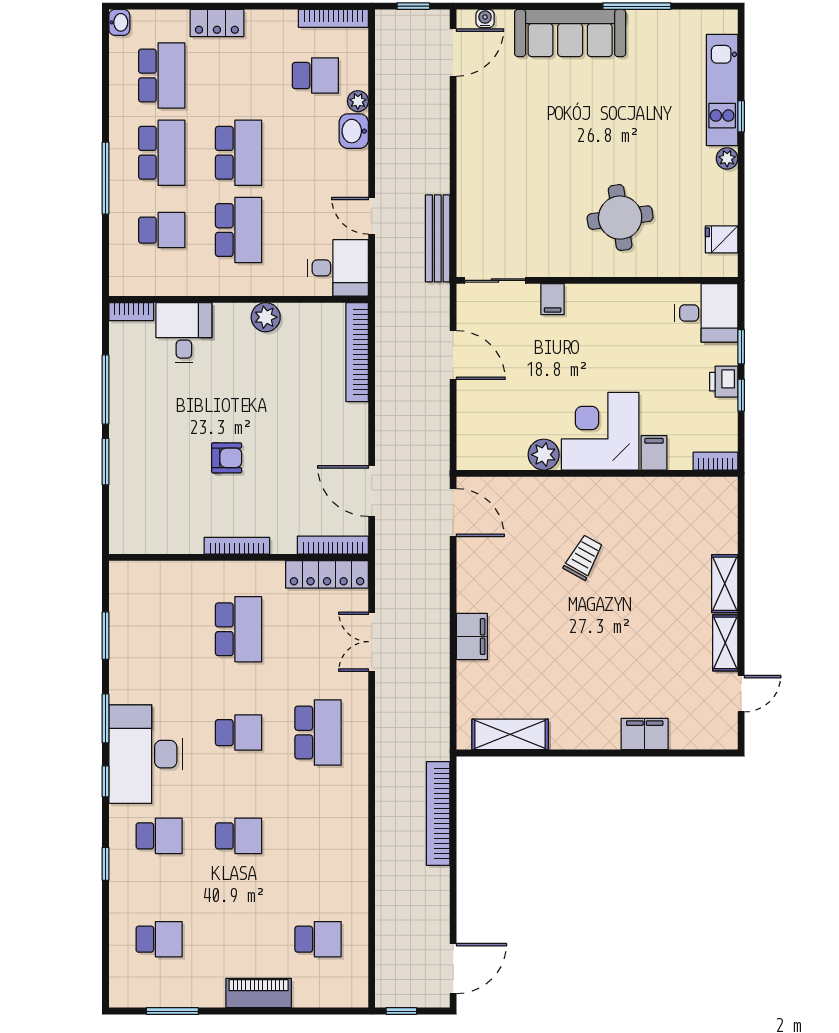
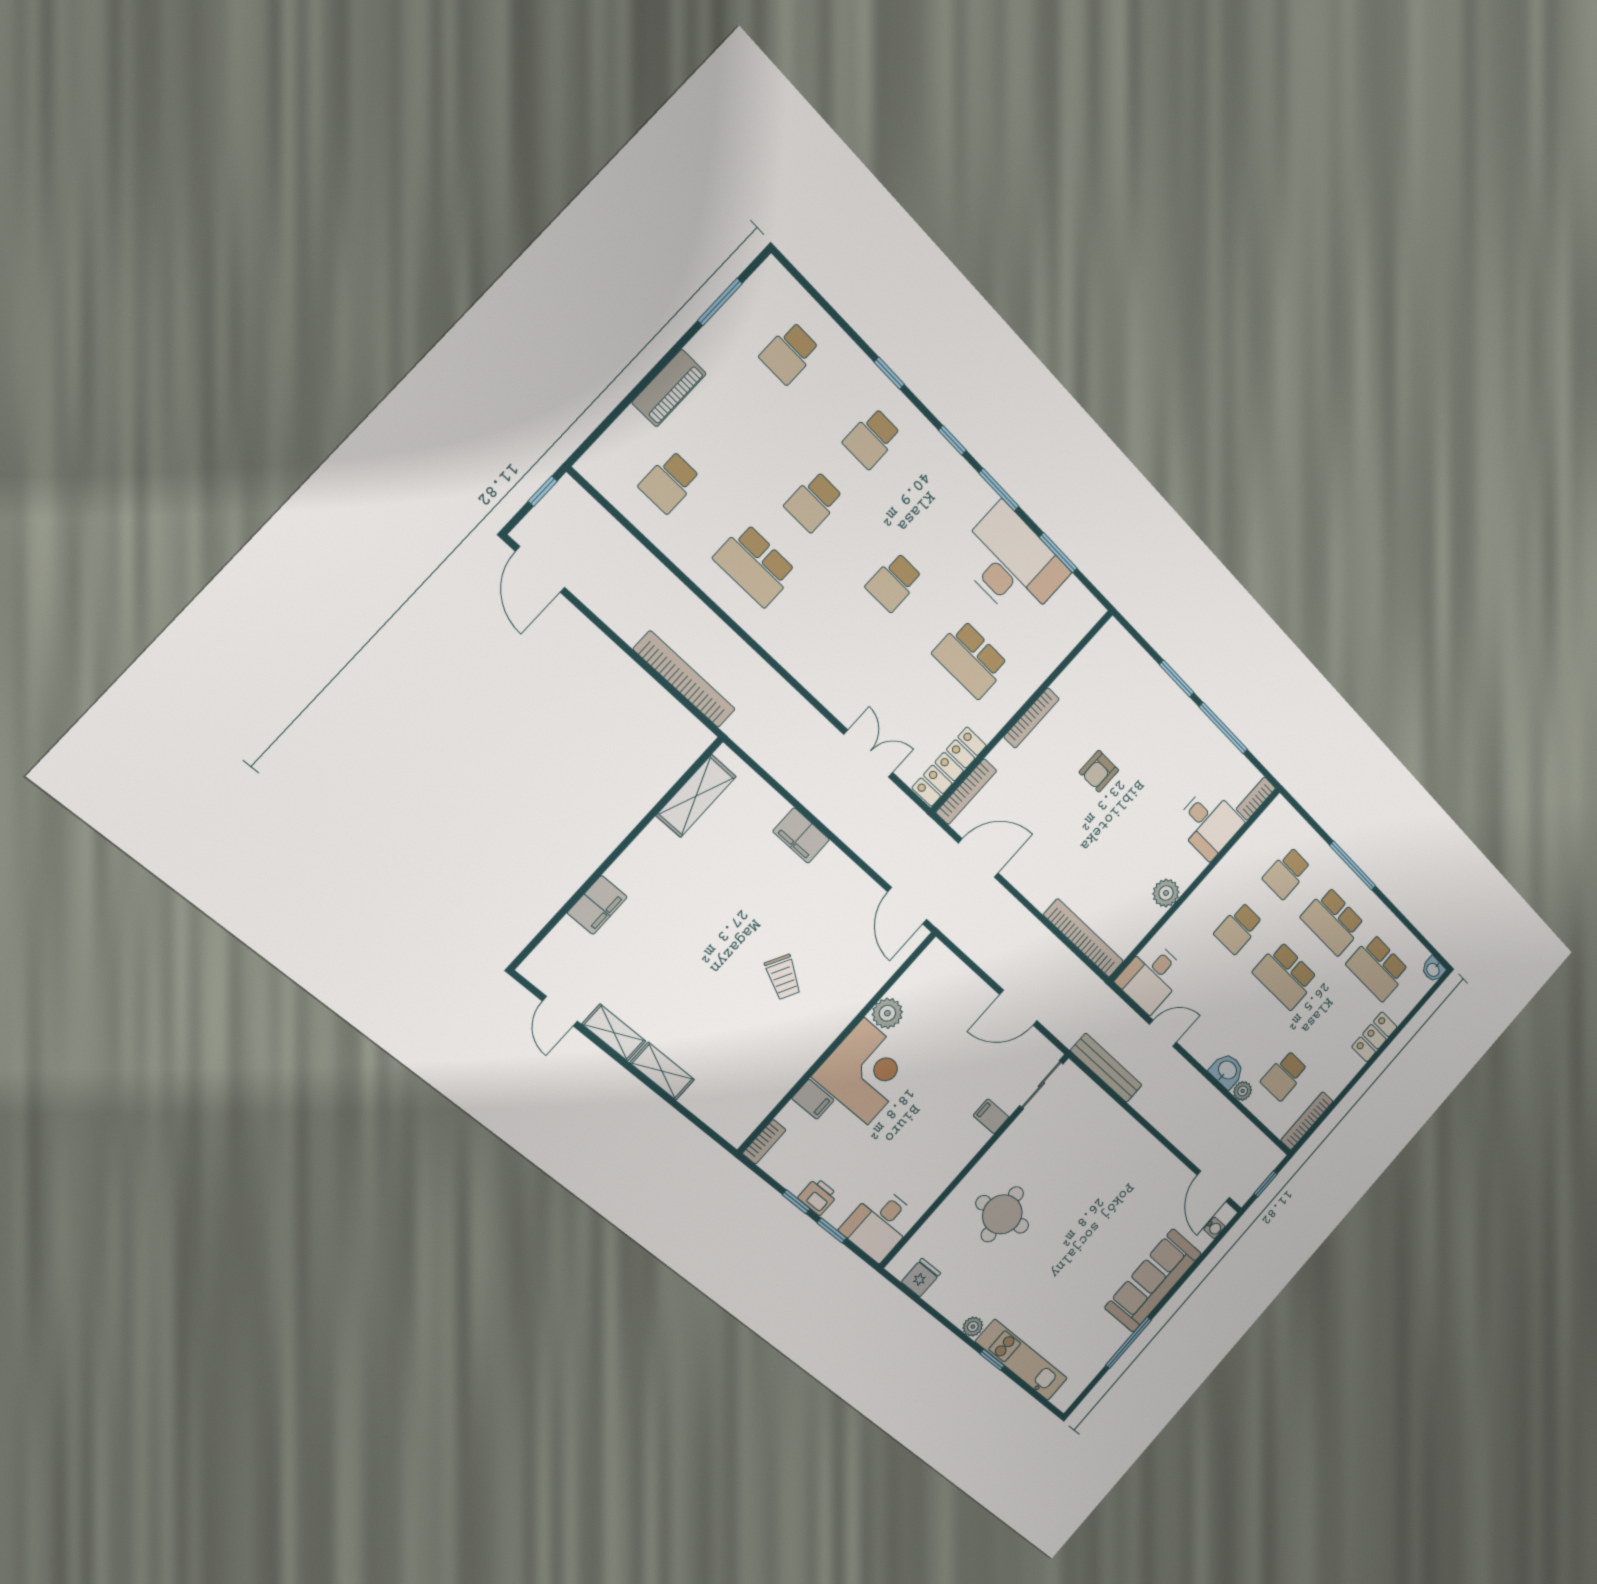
school desk: (239, 230) -> (1238, 928), width x0.54
door: (453, 513) -> (907, 906), hinge flipped
school desk: (318, 733) -> (755, 565), moved
desk: (146, 754) -> (1012, 564), moved

